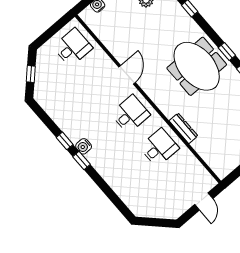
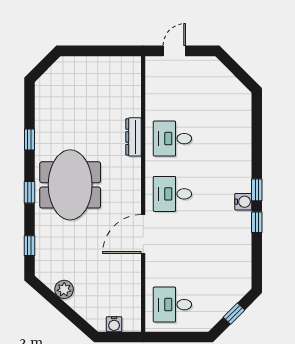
window: (227, 51) -> (29, 192), moved
door: (127, 75) -> (143, 234), width x1.36

